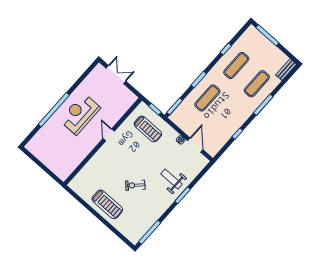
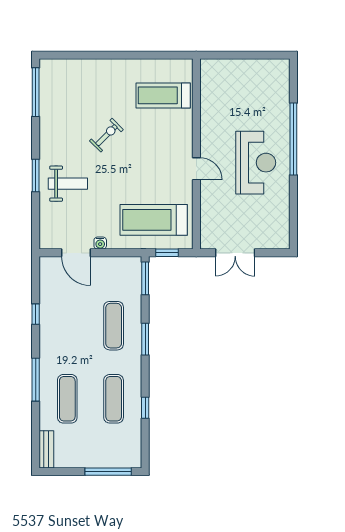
double door: (116, 75) -> (235, 253), moved
treadmill: (148, 129) -> (154, 220), width x1.37, depth x1.38
treadmill: (107, 204) -> (163, 95), moved

